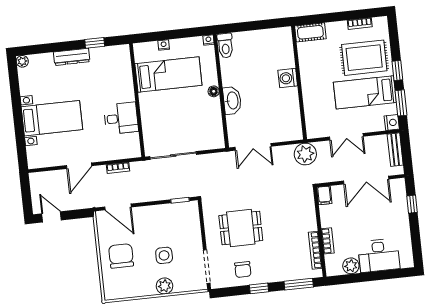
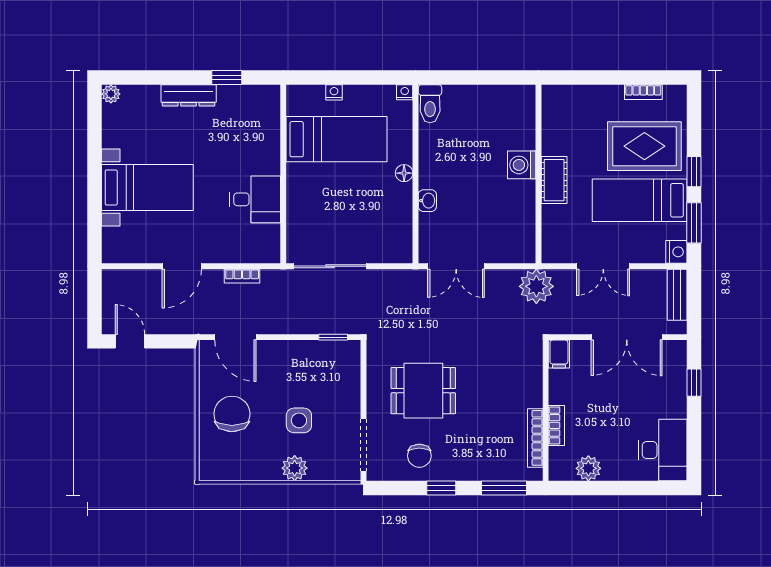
cot: (310, 32) -> (554, 180), moved, turned 90
washbasin: (232, 100) -> (427, 201), width x0.52, depth x0.69
desk: (379, 255) -> (663, 450), moved, turned -90

